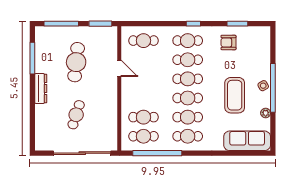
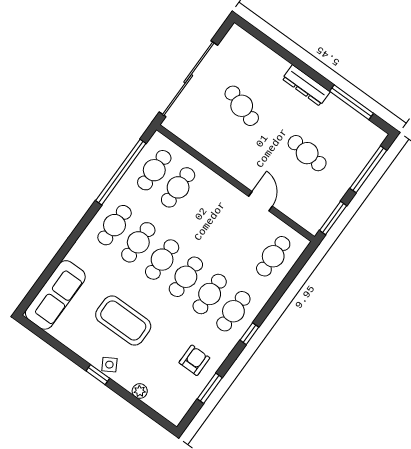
cafe table: (76, 62) -> (307, 153), width x0.73, depth x0.74
door: (119, 68) -> (260, 201), swing flipped
window: (273, 88) -> (98, 375), width x0.32
plant: (266, 113) -> (140, 391), moved

